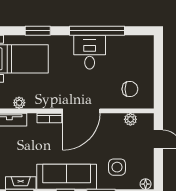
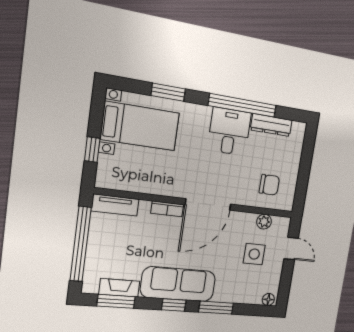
dresser: (123, 42) -> (271, 125), added
plant: (19, 103) -> (131, 184), removed
side table: (117, 167) -> (254, 254), moved

